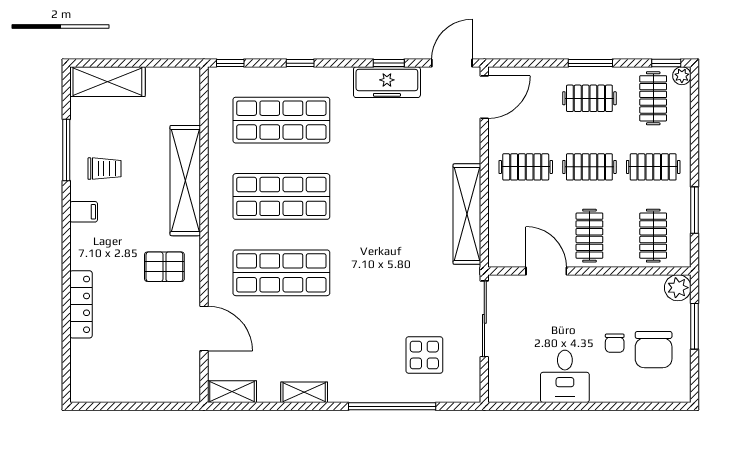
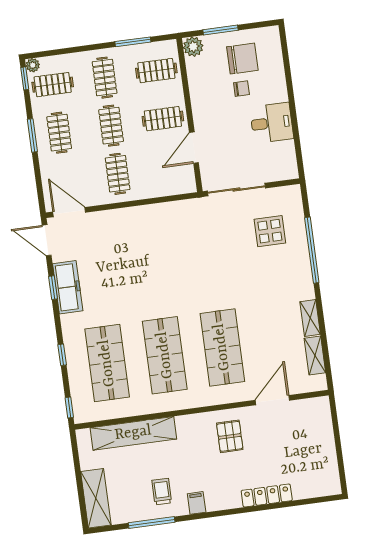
shelving: (185, 181) -> (133, 433), moved
shelving: (467, 214) -> (159, 213), removed
shelving: (232, 392) -> (315, 356), moved

